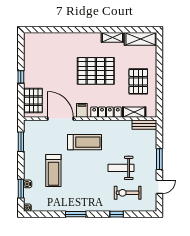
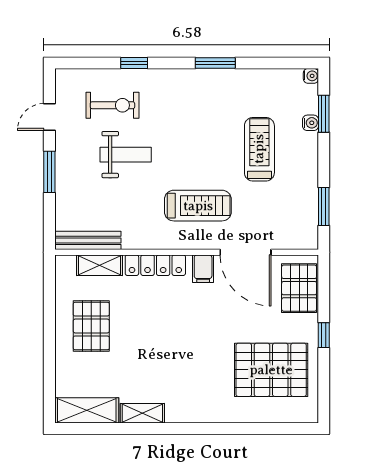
pallet: (96, 71) -> (271, 370), moved
bench: (144, 125) -> (88, 240), width x1.36
treadmill: (84, 142) -> (198, 206), turned 180

